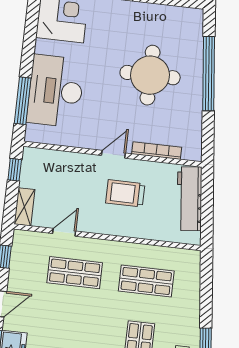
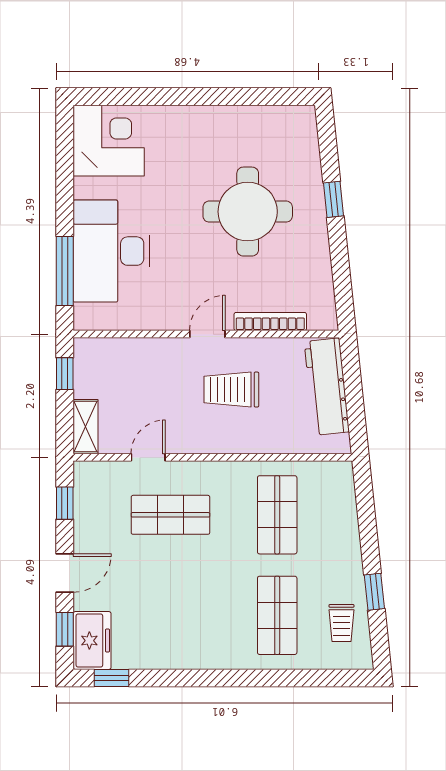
window: (209, 74) -> (334, 199), width x0.32
shop shelf: (146, 281) -> (277, 515), turned 90

